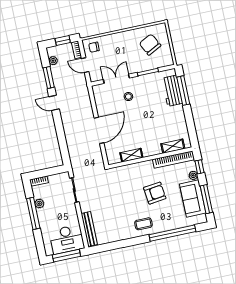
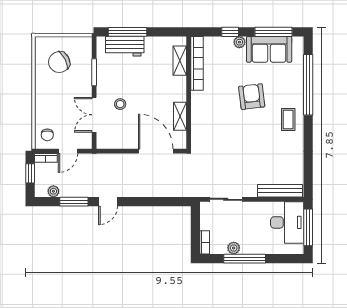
shelving: (173, 146) -> (180, 61), moved
shelving: (131, 155) -> (180, 116), moved
wall: (150, 158) -> (189, 93), moved
bookcase: (173, 160) -> (197, 63), moved

